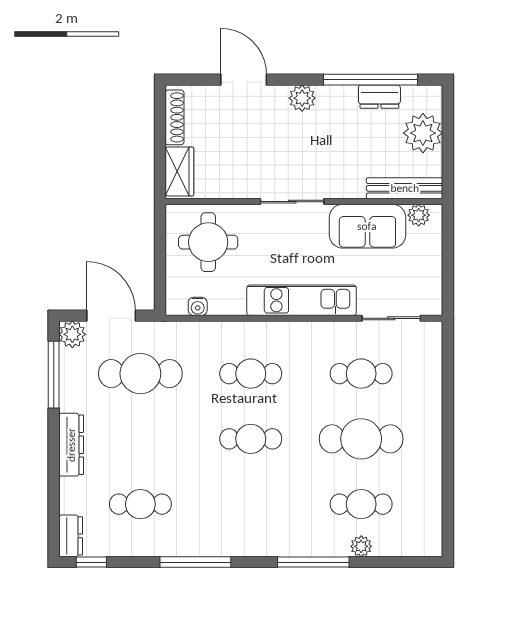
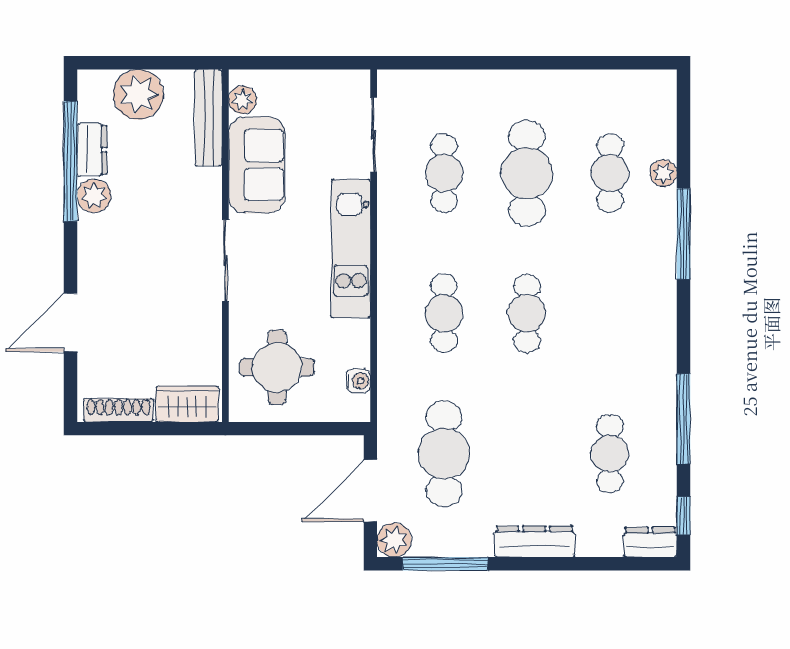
plant: (302, 98) -> (94, 196), moved
window: (195, 562) -> (684, 419), moved

